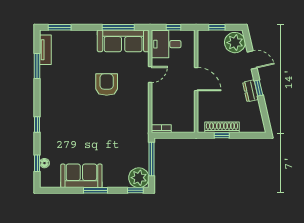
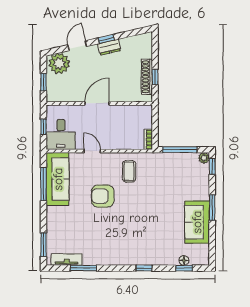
coffee table: (131, 110) -> (129, 171), added
plant: (139, 178) -> (204, 158), width x0.53, depth x0.53

